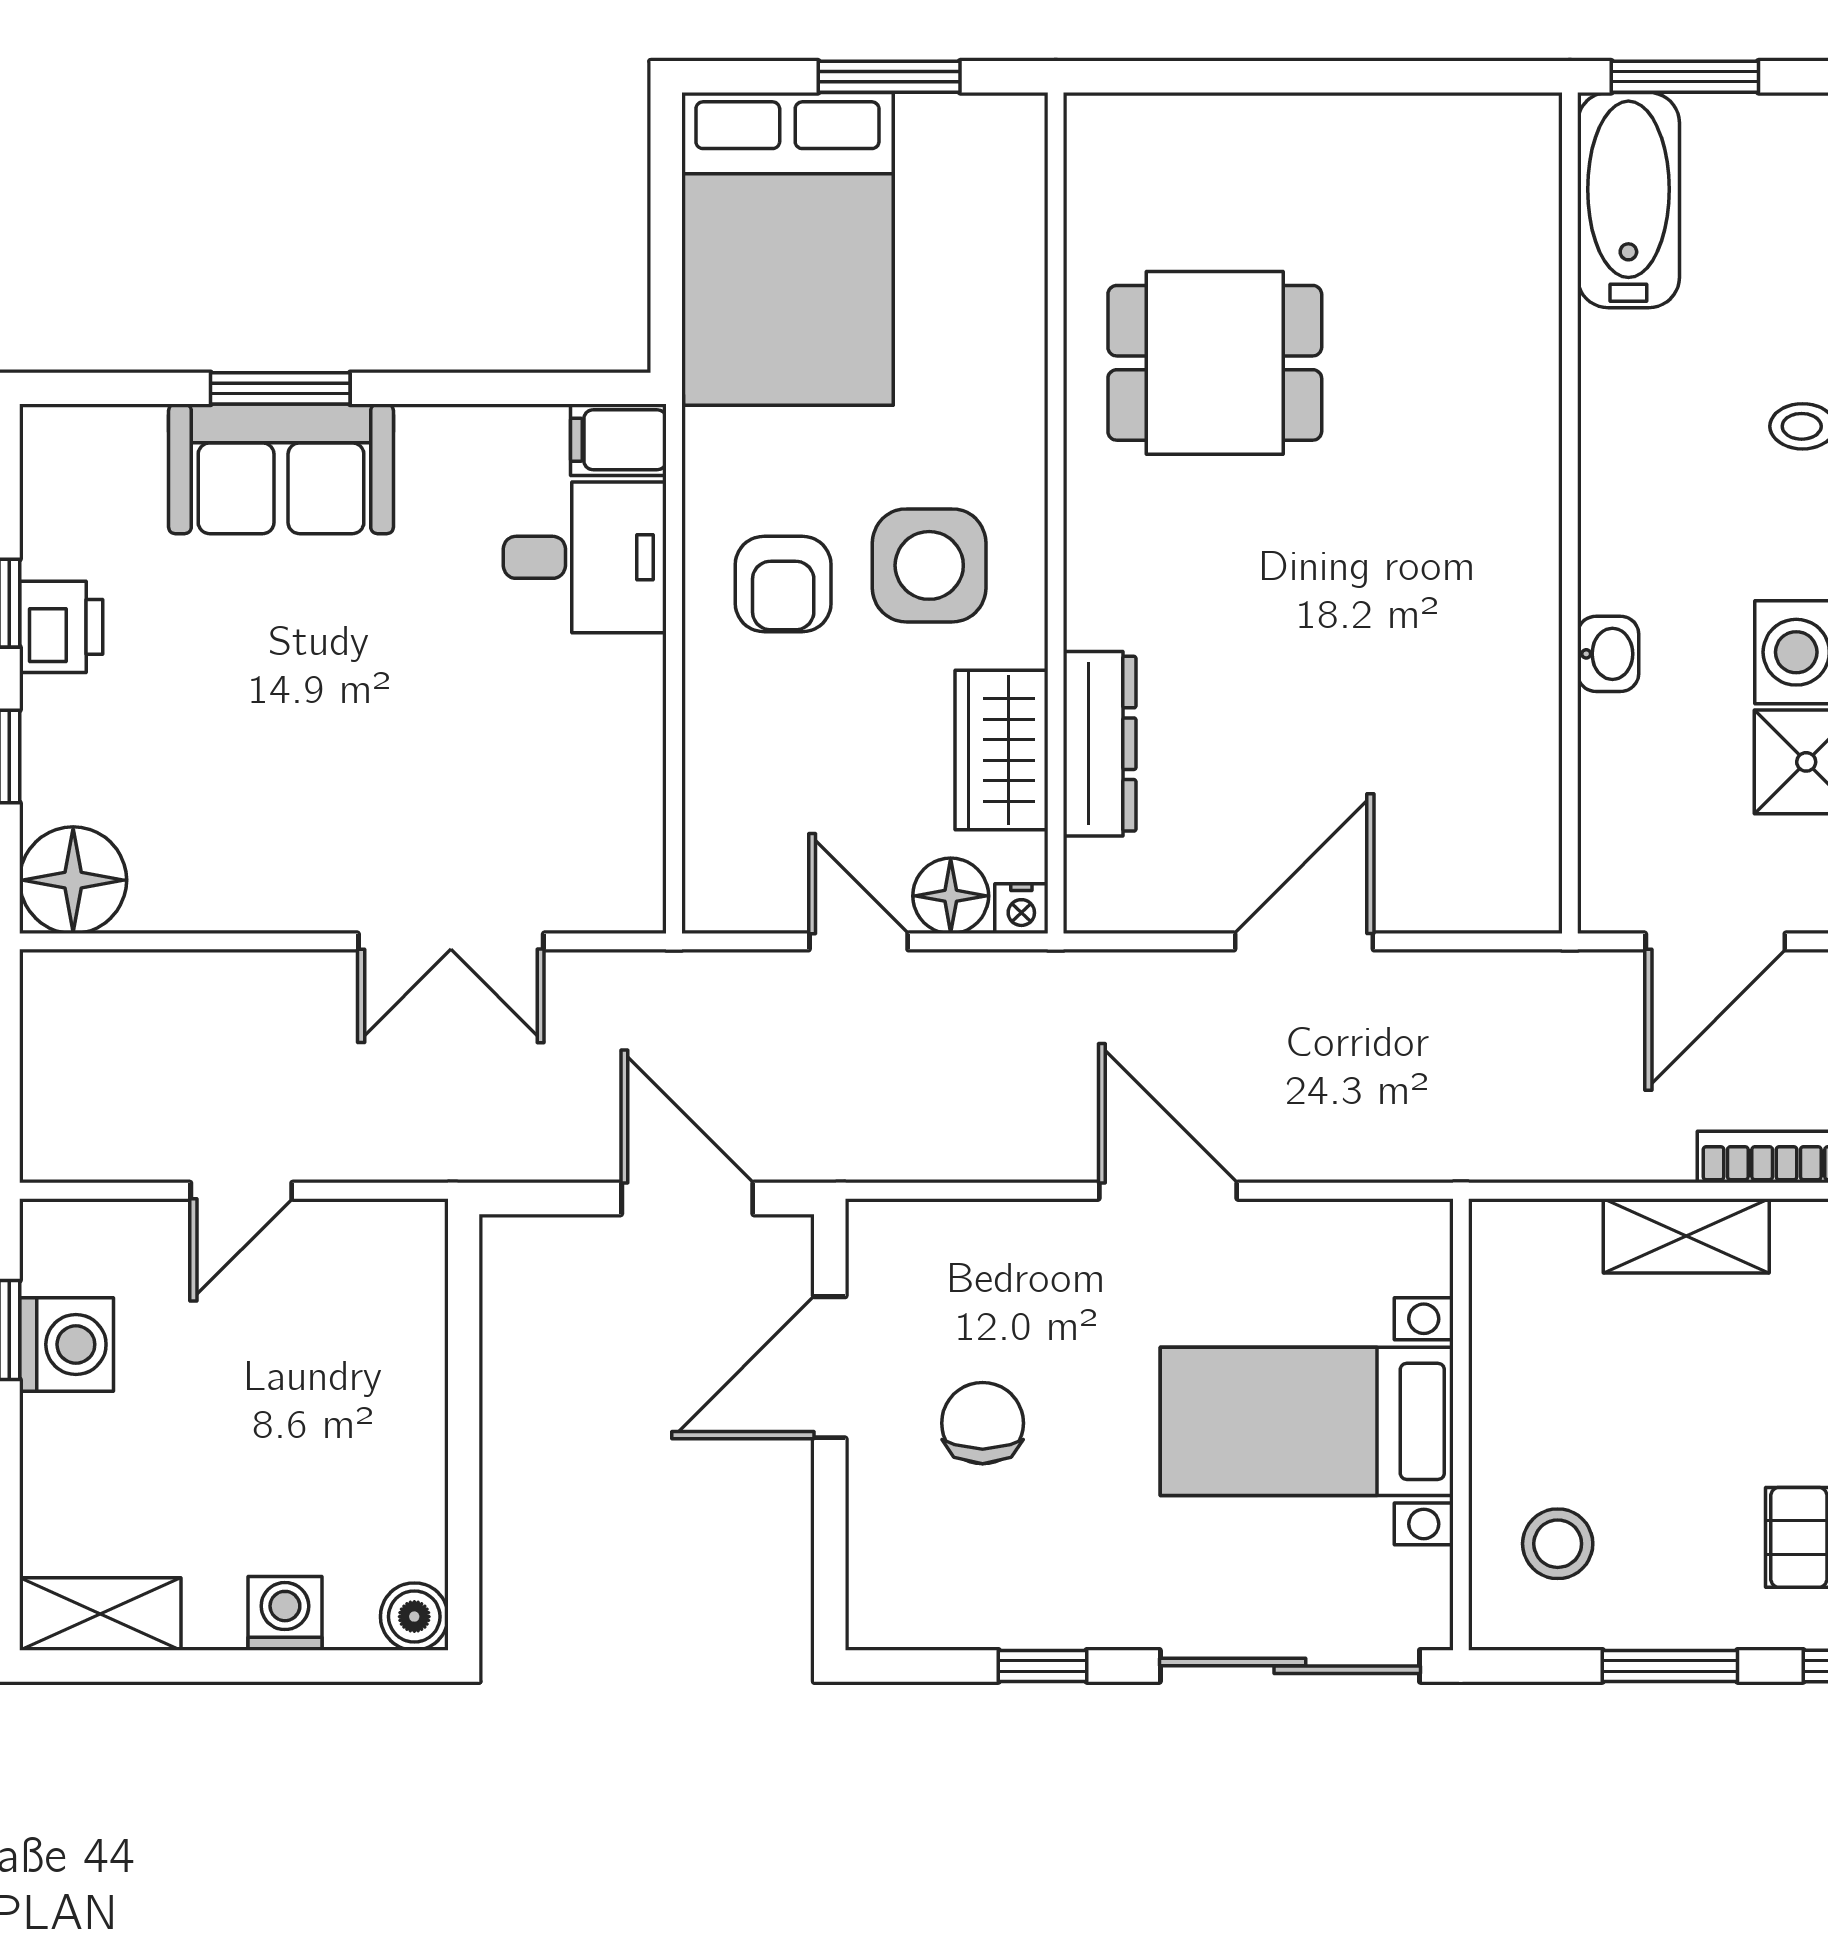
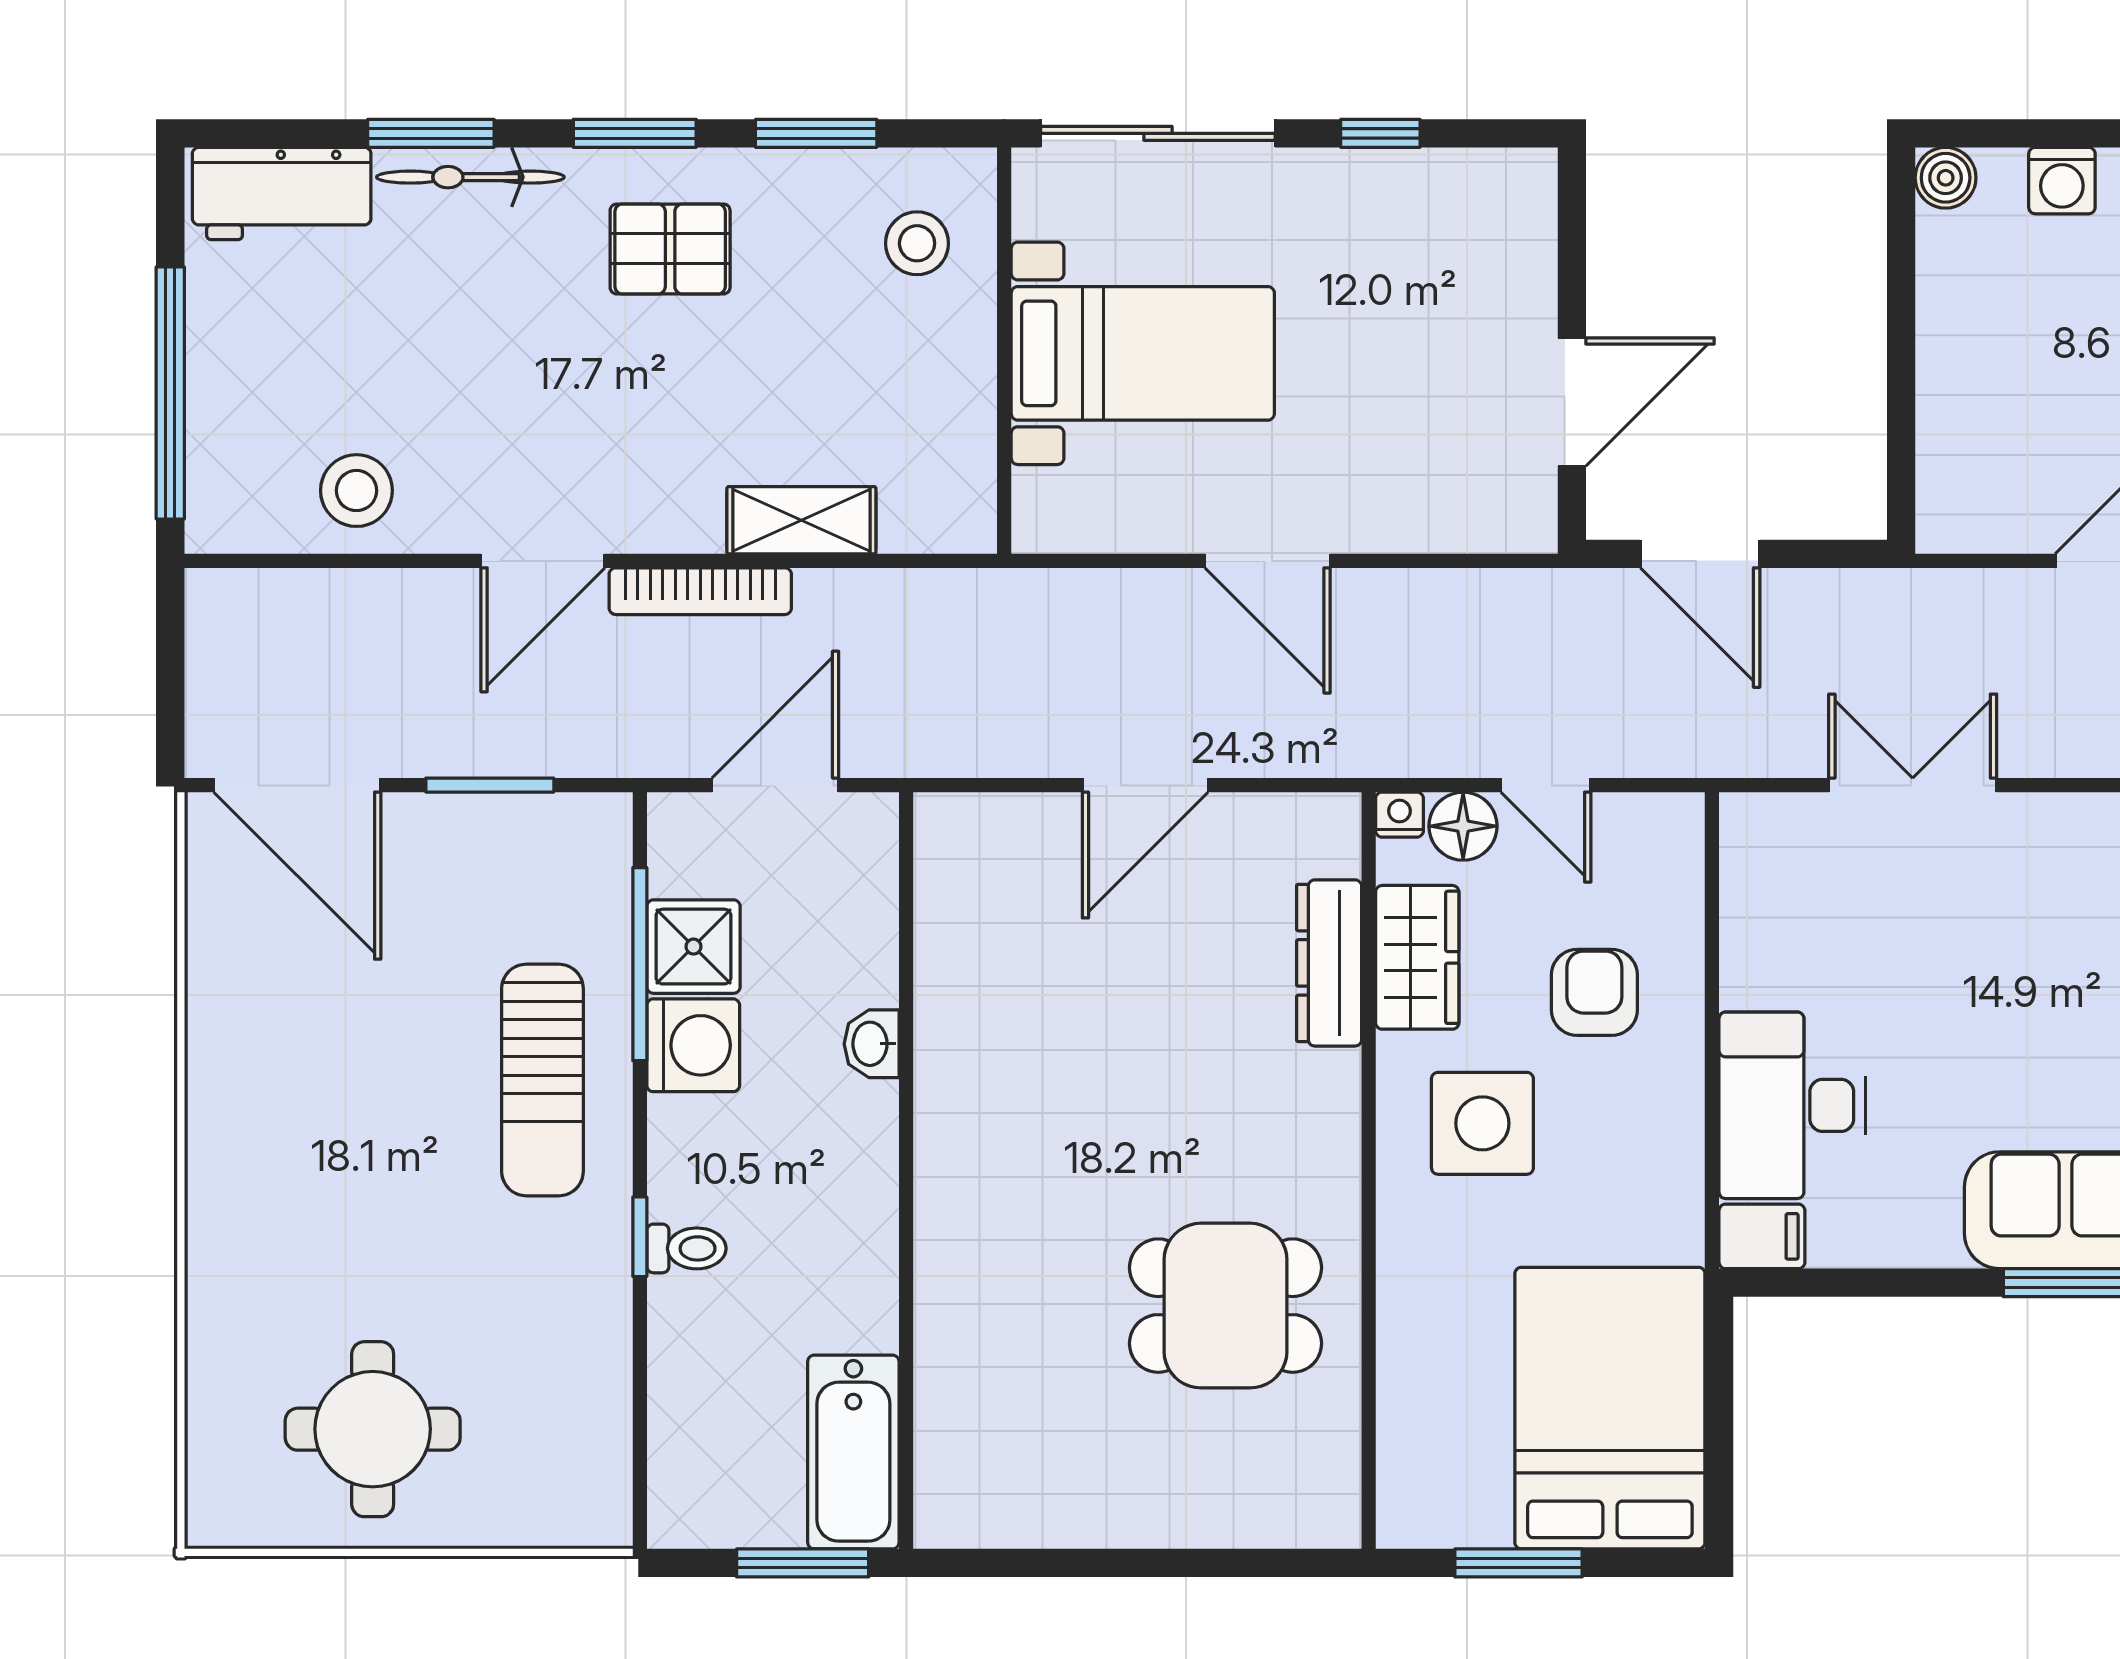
desk: (585, 557) -> (1792, 1105), width x1.37
armchair: (783, 584) -> (1594, 992), moved
chair: (983, 1423) -> (1434, 352), removed

